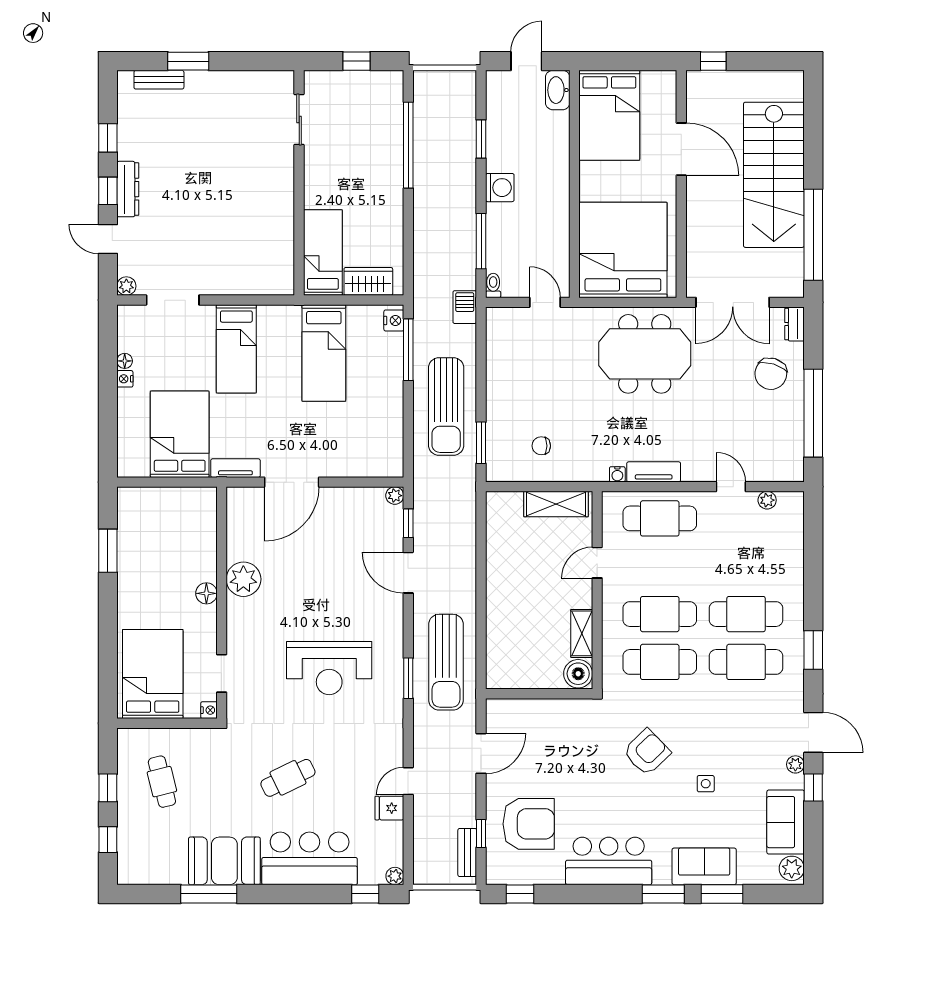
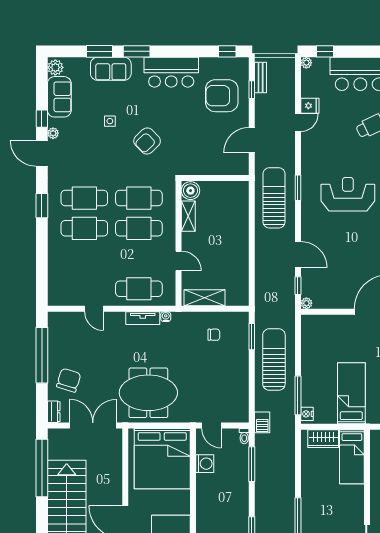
washing machine: (500, 188) -> (205, 464), moved, turned 180
plant: (767, 500) -> (71, 300), removed
door: (597, 563) -> (178, 261), hinge flipped

